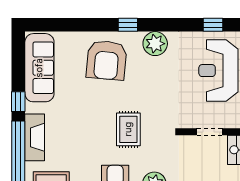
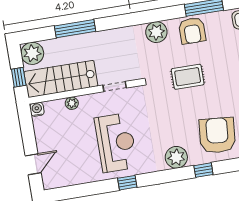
rug: (128, 129) -> (188, 77), turned 90

